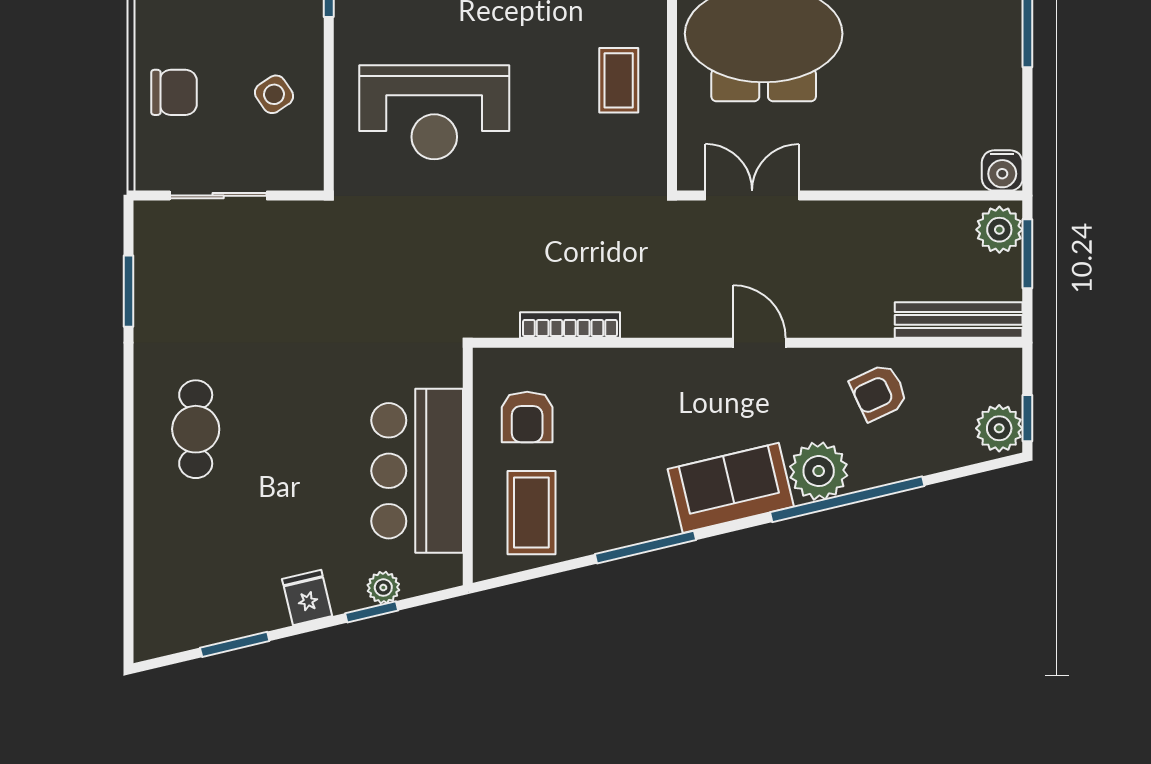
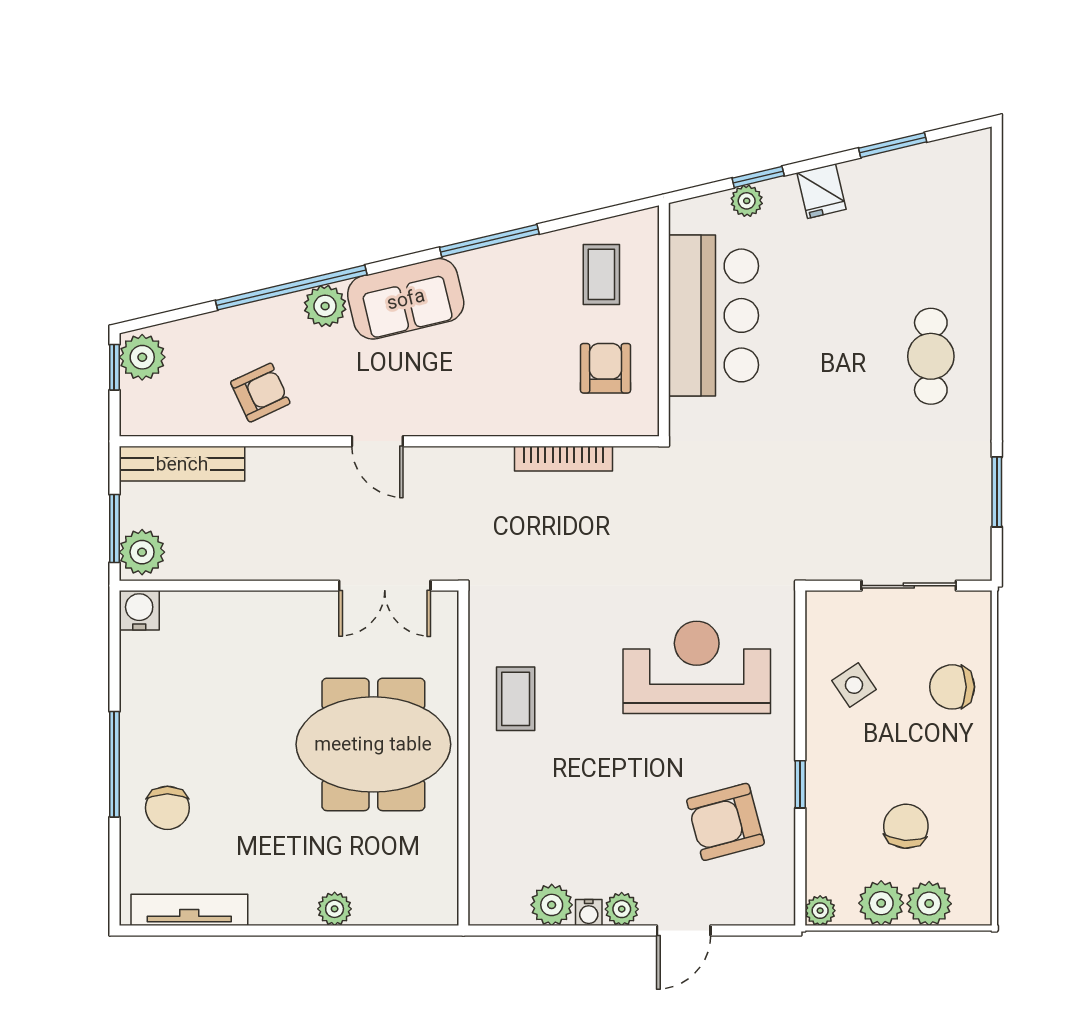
plant: (819, 471) -> (325, 306), width x0.73, depth x0.73
coffee table: (531, 513) -> (601, 274), width x0.73, depth x0.77

